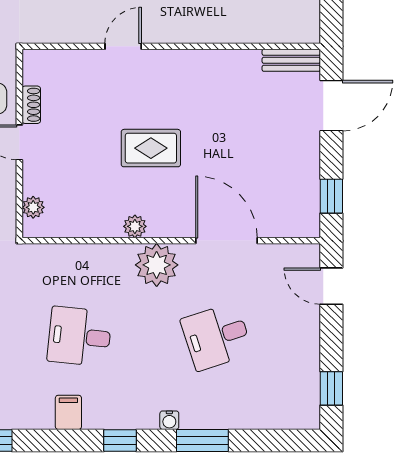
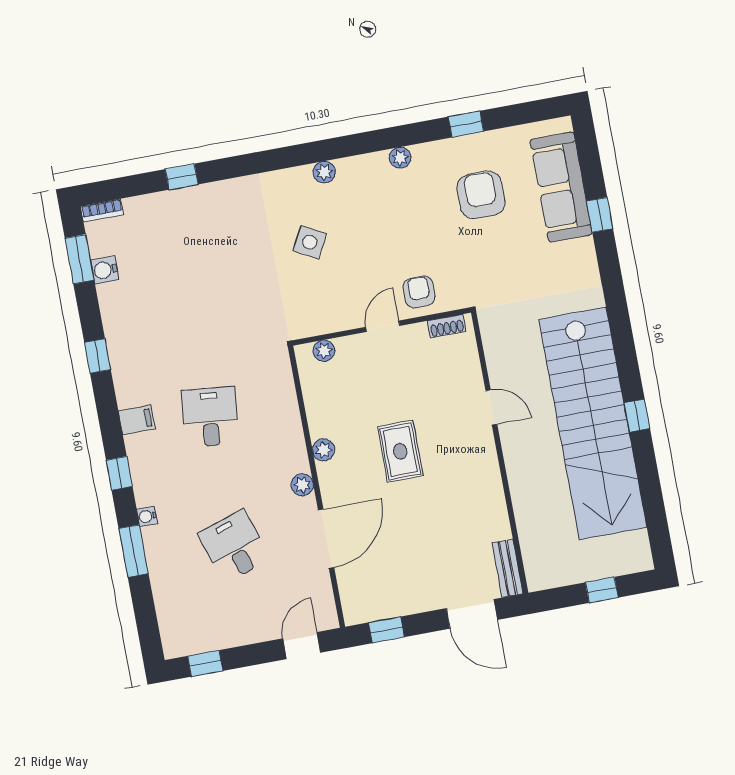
shoe rack: (31, 105) -> (447, 326), moved
plant: (157, 265) -> (302, 485), width x0.53, depth x0.53

